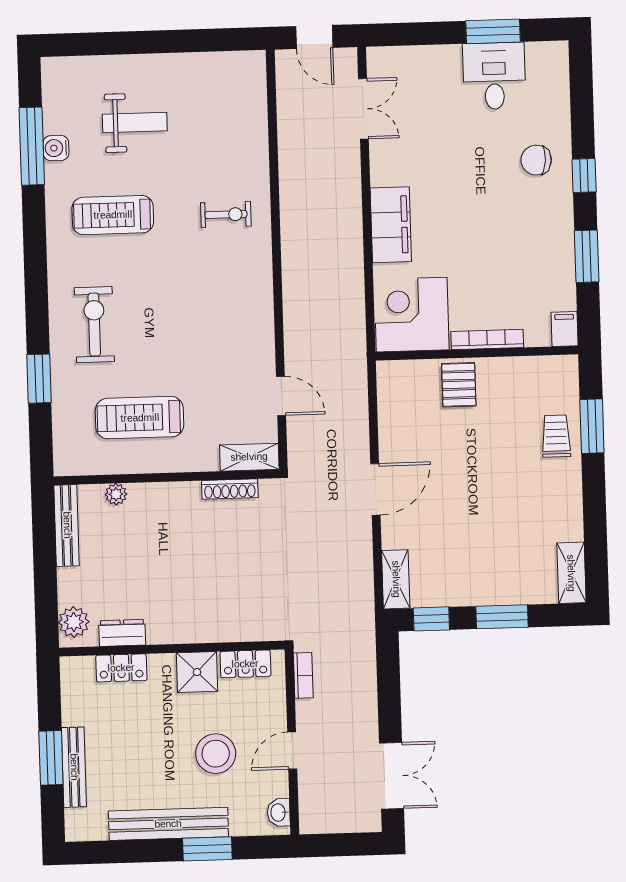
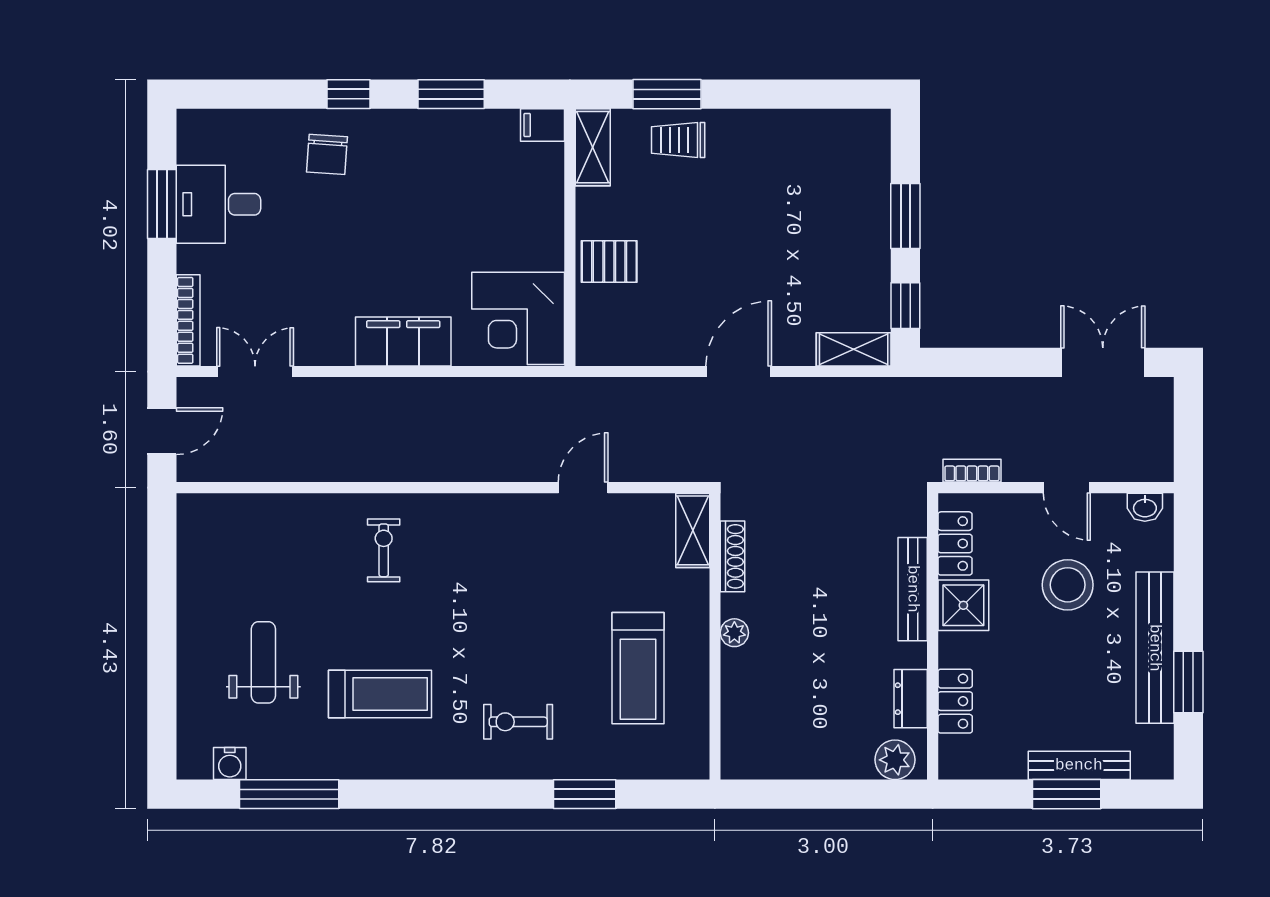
water cooler: (56, 148) -> (230, 763), moved
treadmill: (113, 215) -> (380, 694), turned -90
exercise bike: (94, 325) -> (518, 722), width x0.73, depth x0.72
bookcase: (487, 339) -> (188, 320), moved, turned 180
door: (281, 396) -> (583, 488), moved
door: (375, 489) -> (739, 372), hinge flipped
plant: (116, 494) -> (734, 633), moved
bench: (67, 525) -> (913, 589), moved, turned 90
shelving: (571, 573) -> (593, 147), moved, turned 90
window: (207, 849) -> (1188, 682), moved

